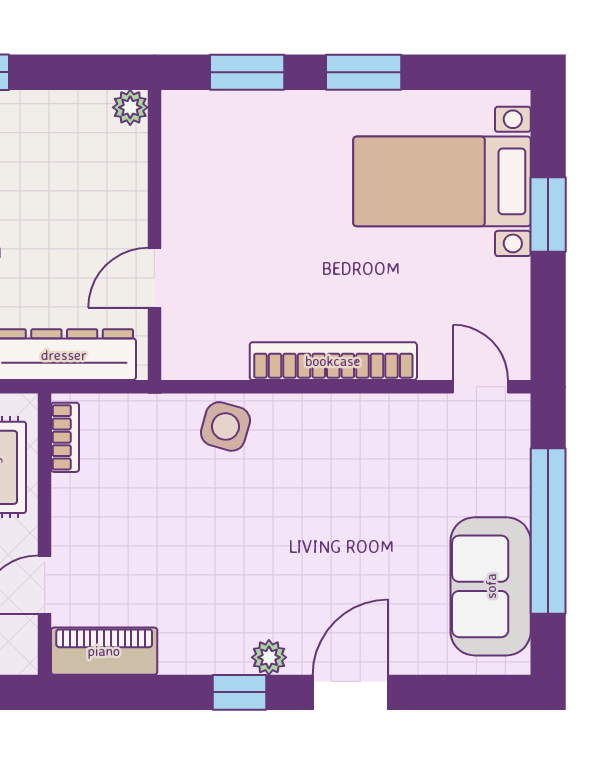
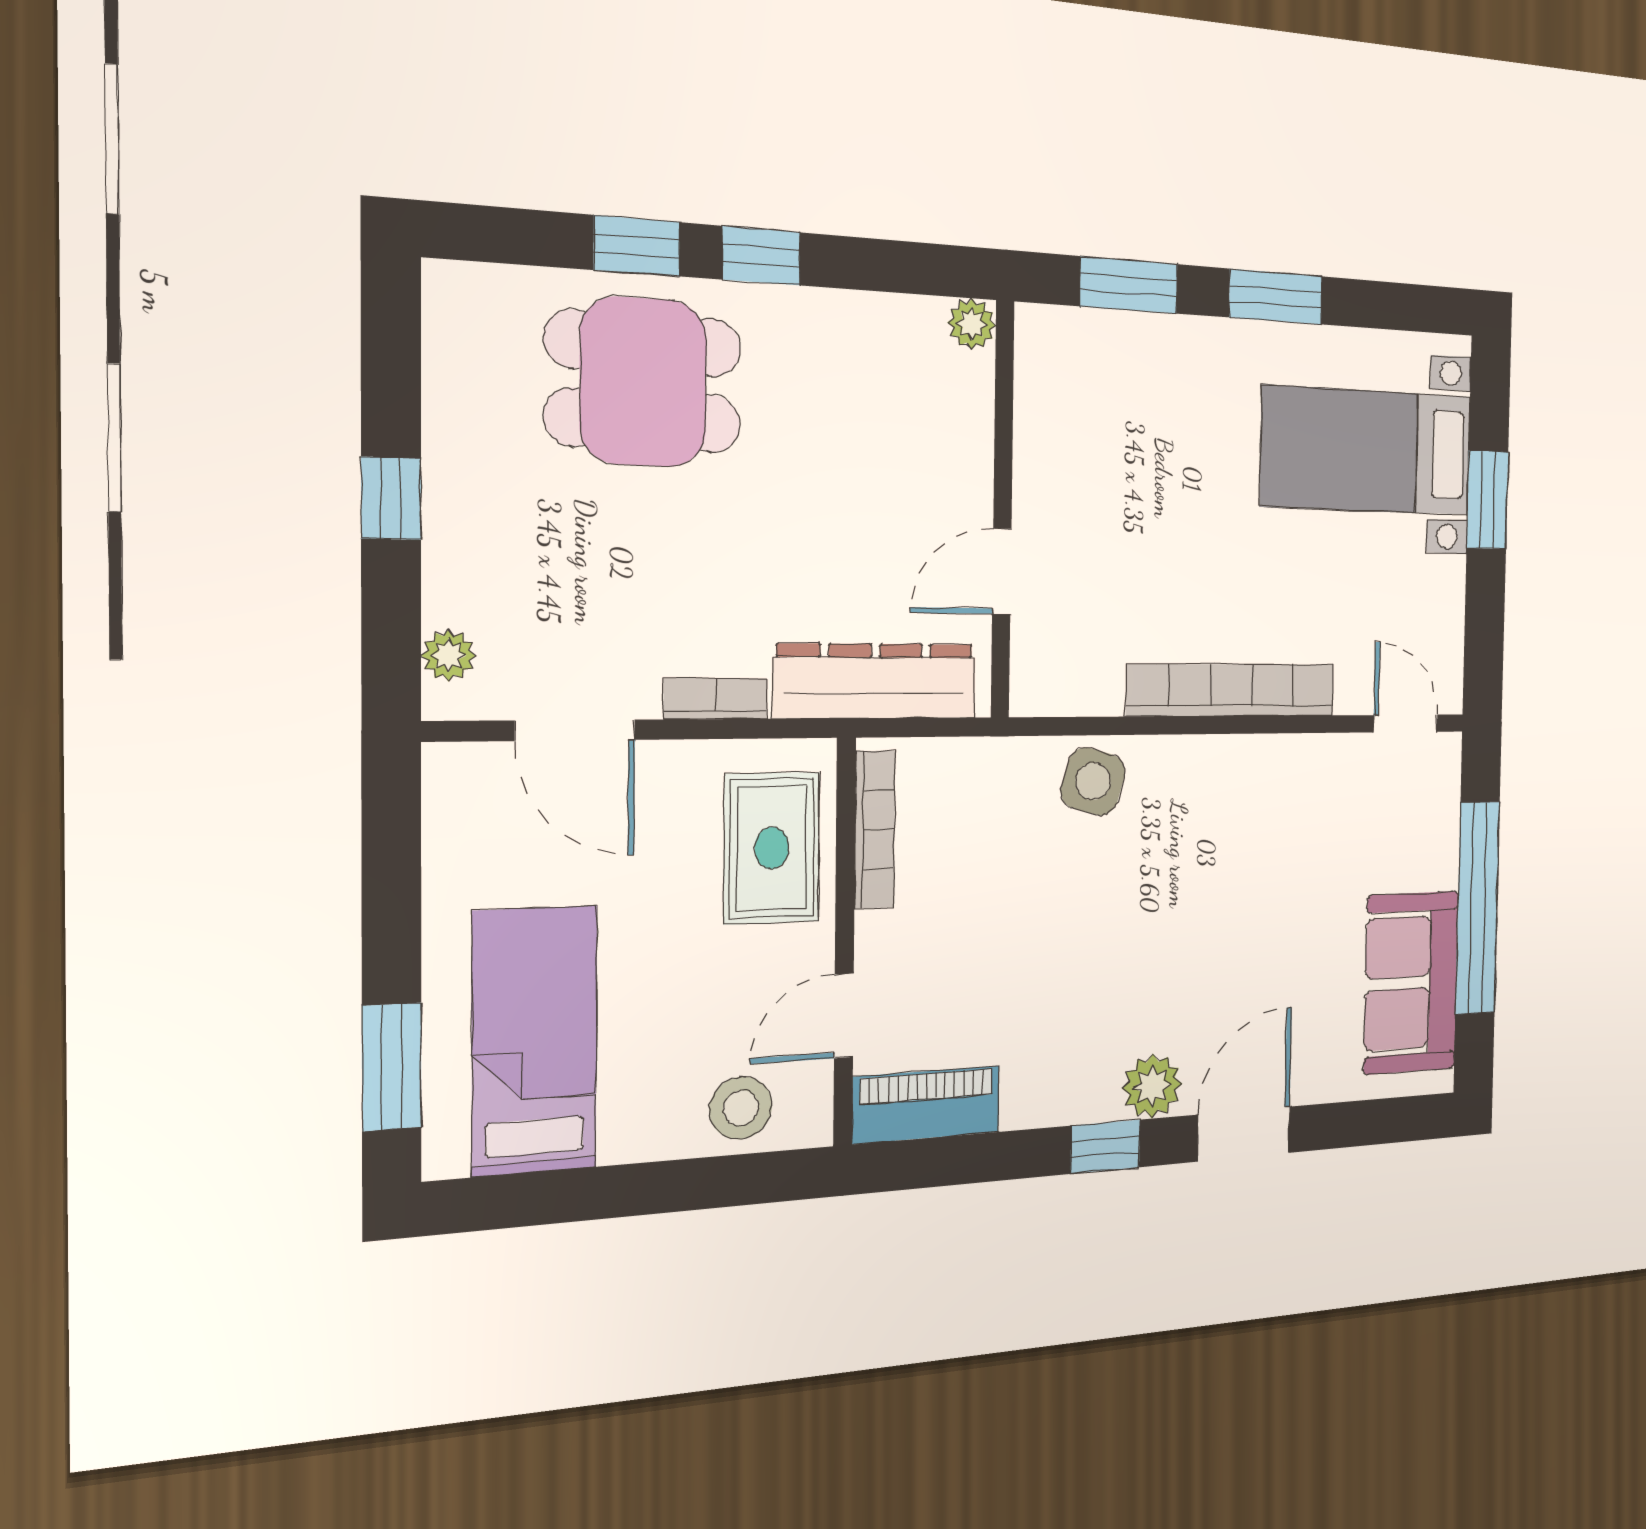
bookcase: (65, 437) -> (875, 830), width x1.56
plant: (269, 657) -> (1152, 1086), width x1.38, depth x1.38

